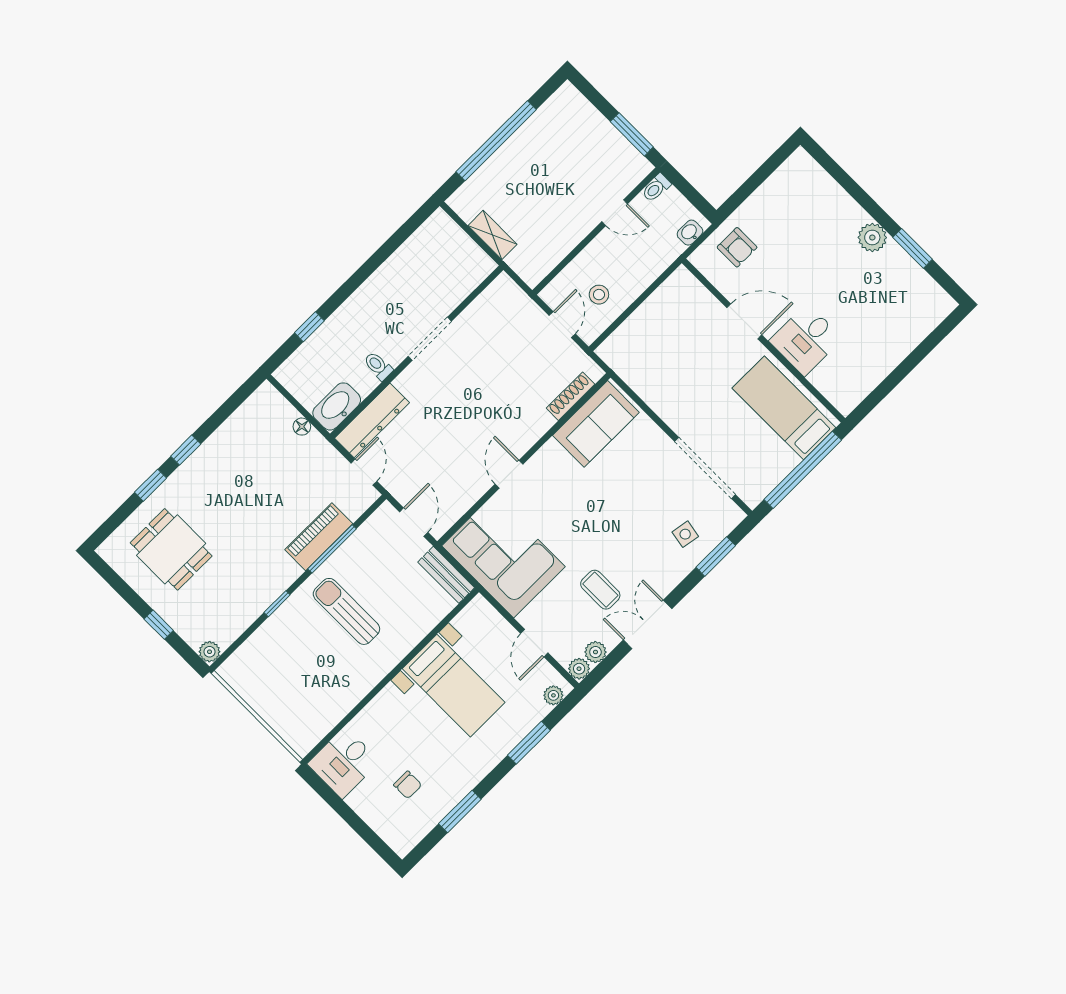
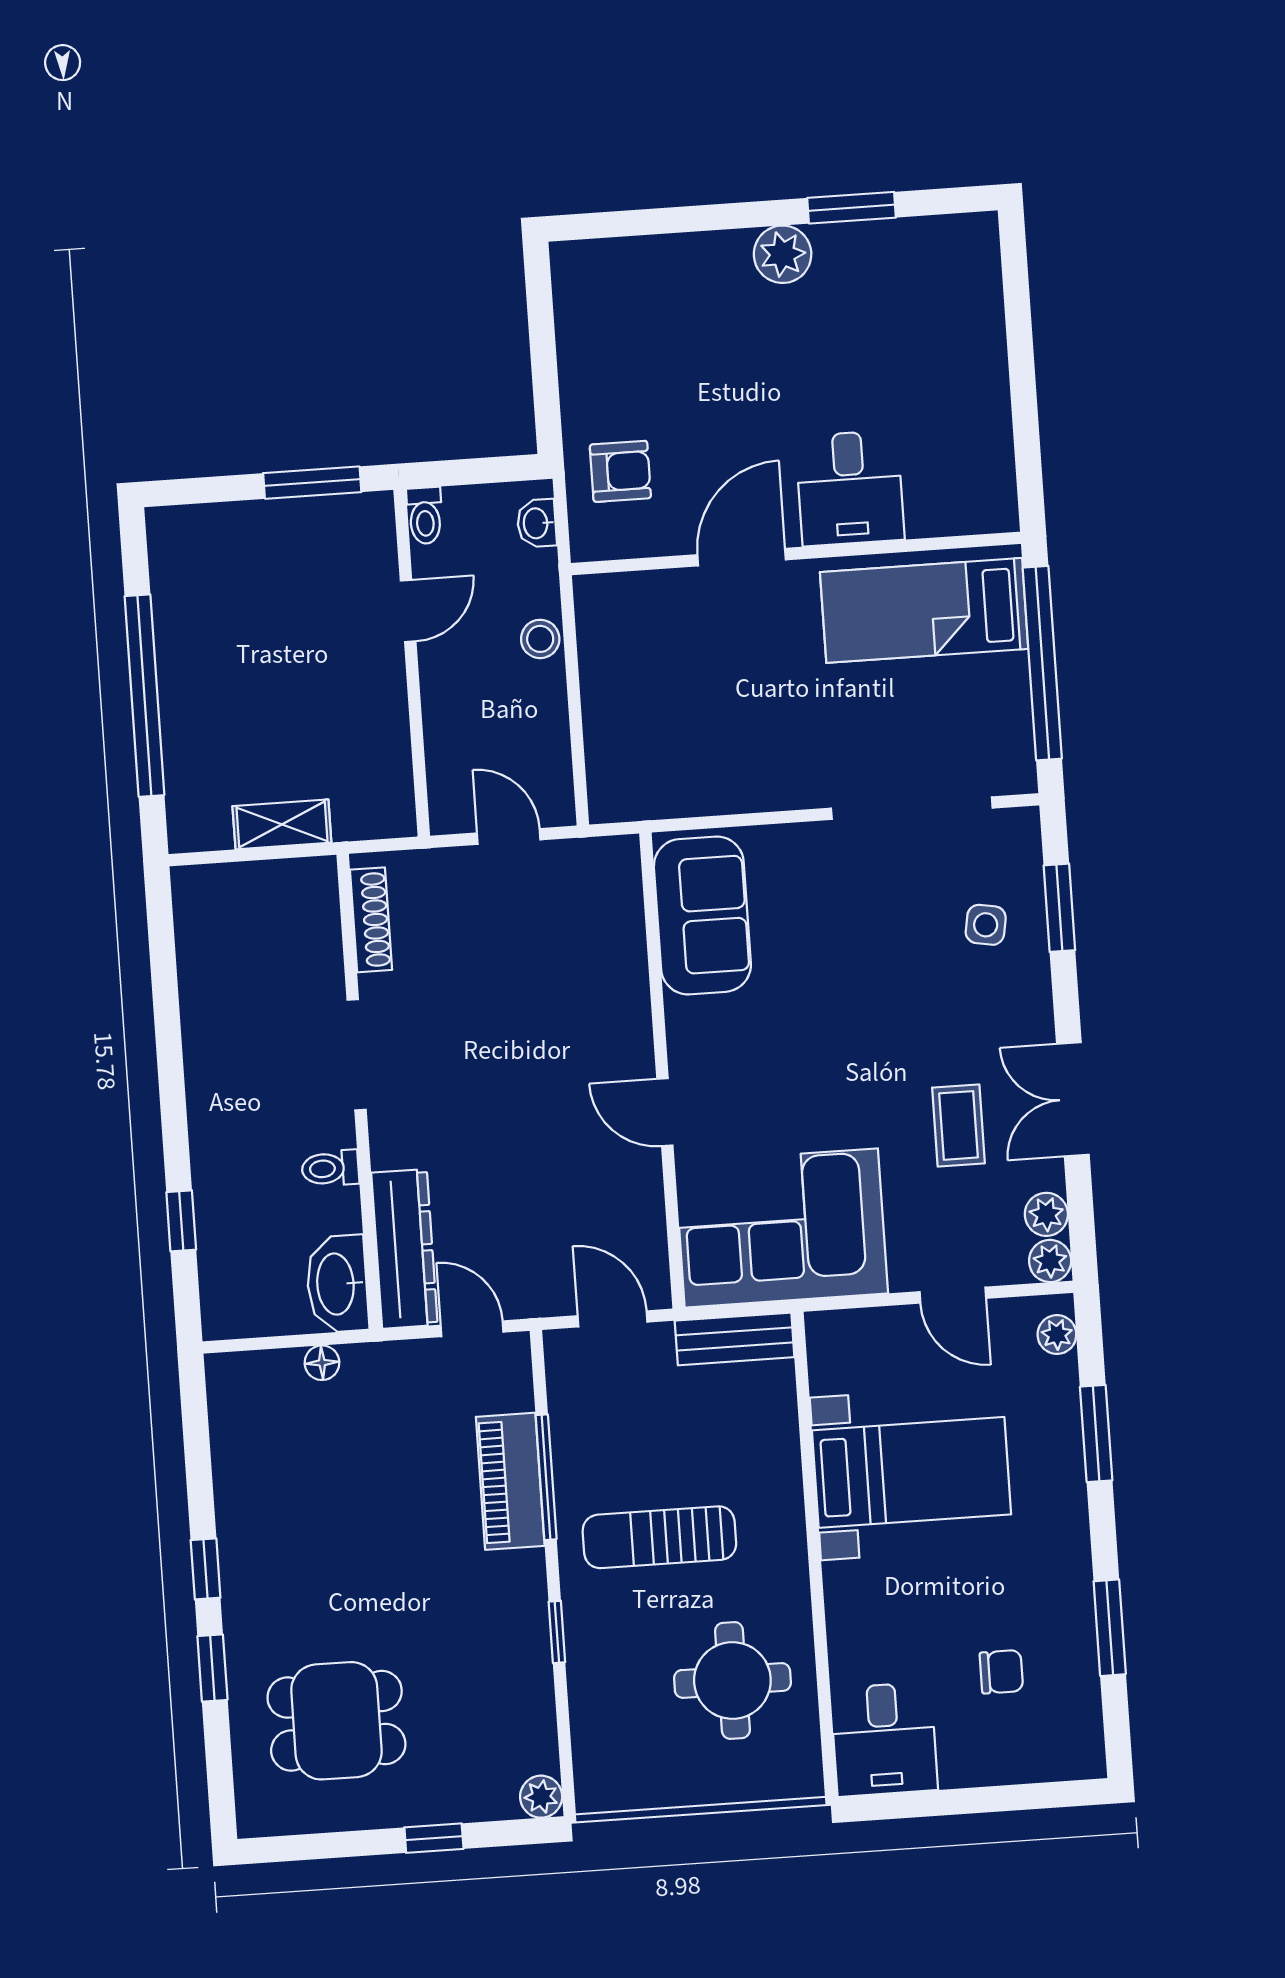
stool: (599, 295) -> (540, 639), moved
shoe rack: (571, 396) -> (371, 920), moved, turned 180
coffee table: (600, 590) -> (958, 1125), turned 90
round table: (316, 686) -> (732, 1680), added

